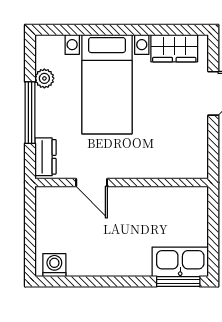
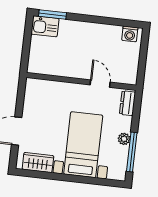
plant: (44, 78) -> (124, 139), moved
window: (30, 113) -> (132, 152), moved
kitchen sink: (180, 262) -> (45, 26), width x0.73

